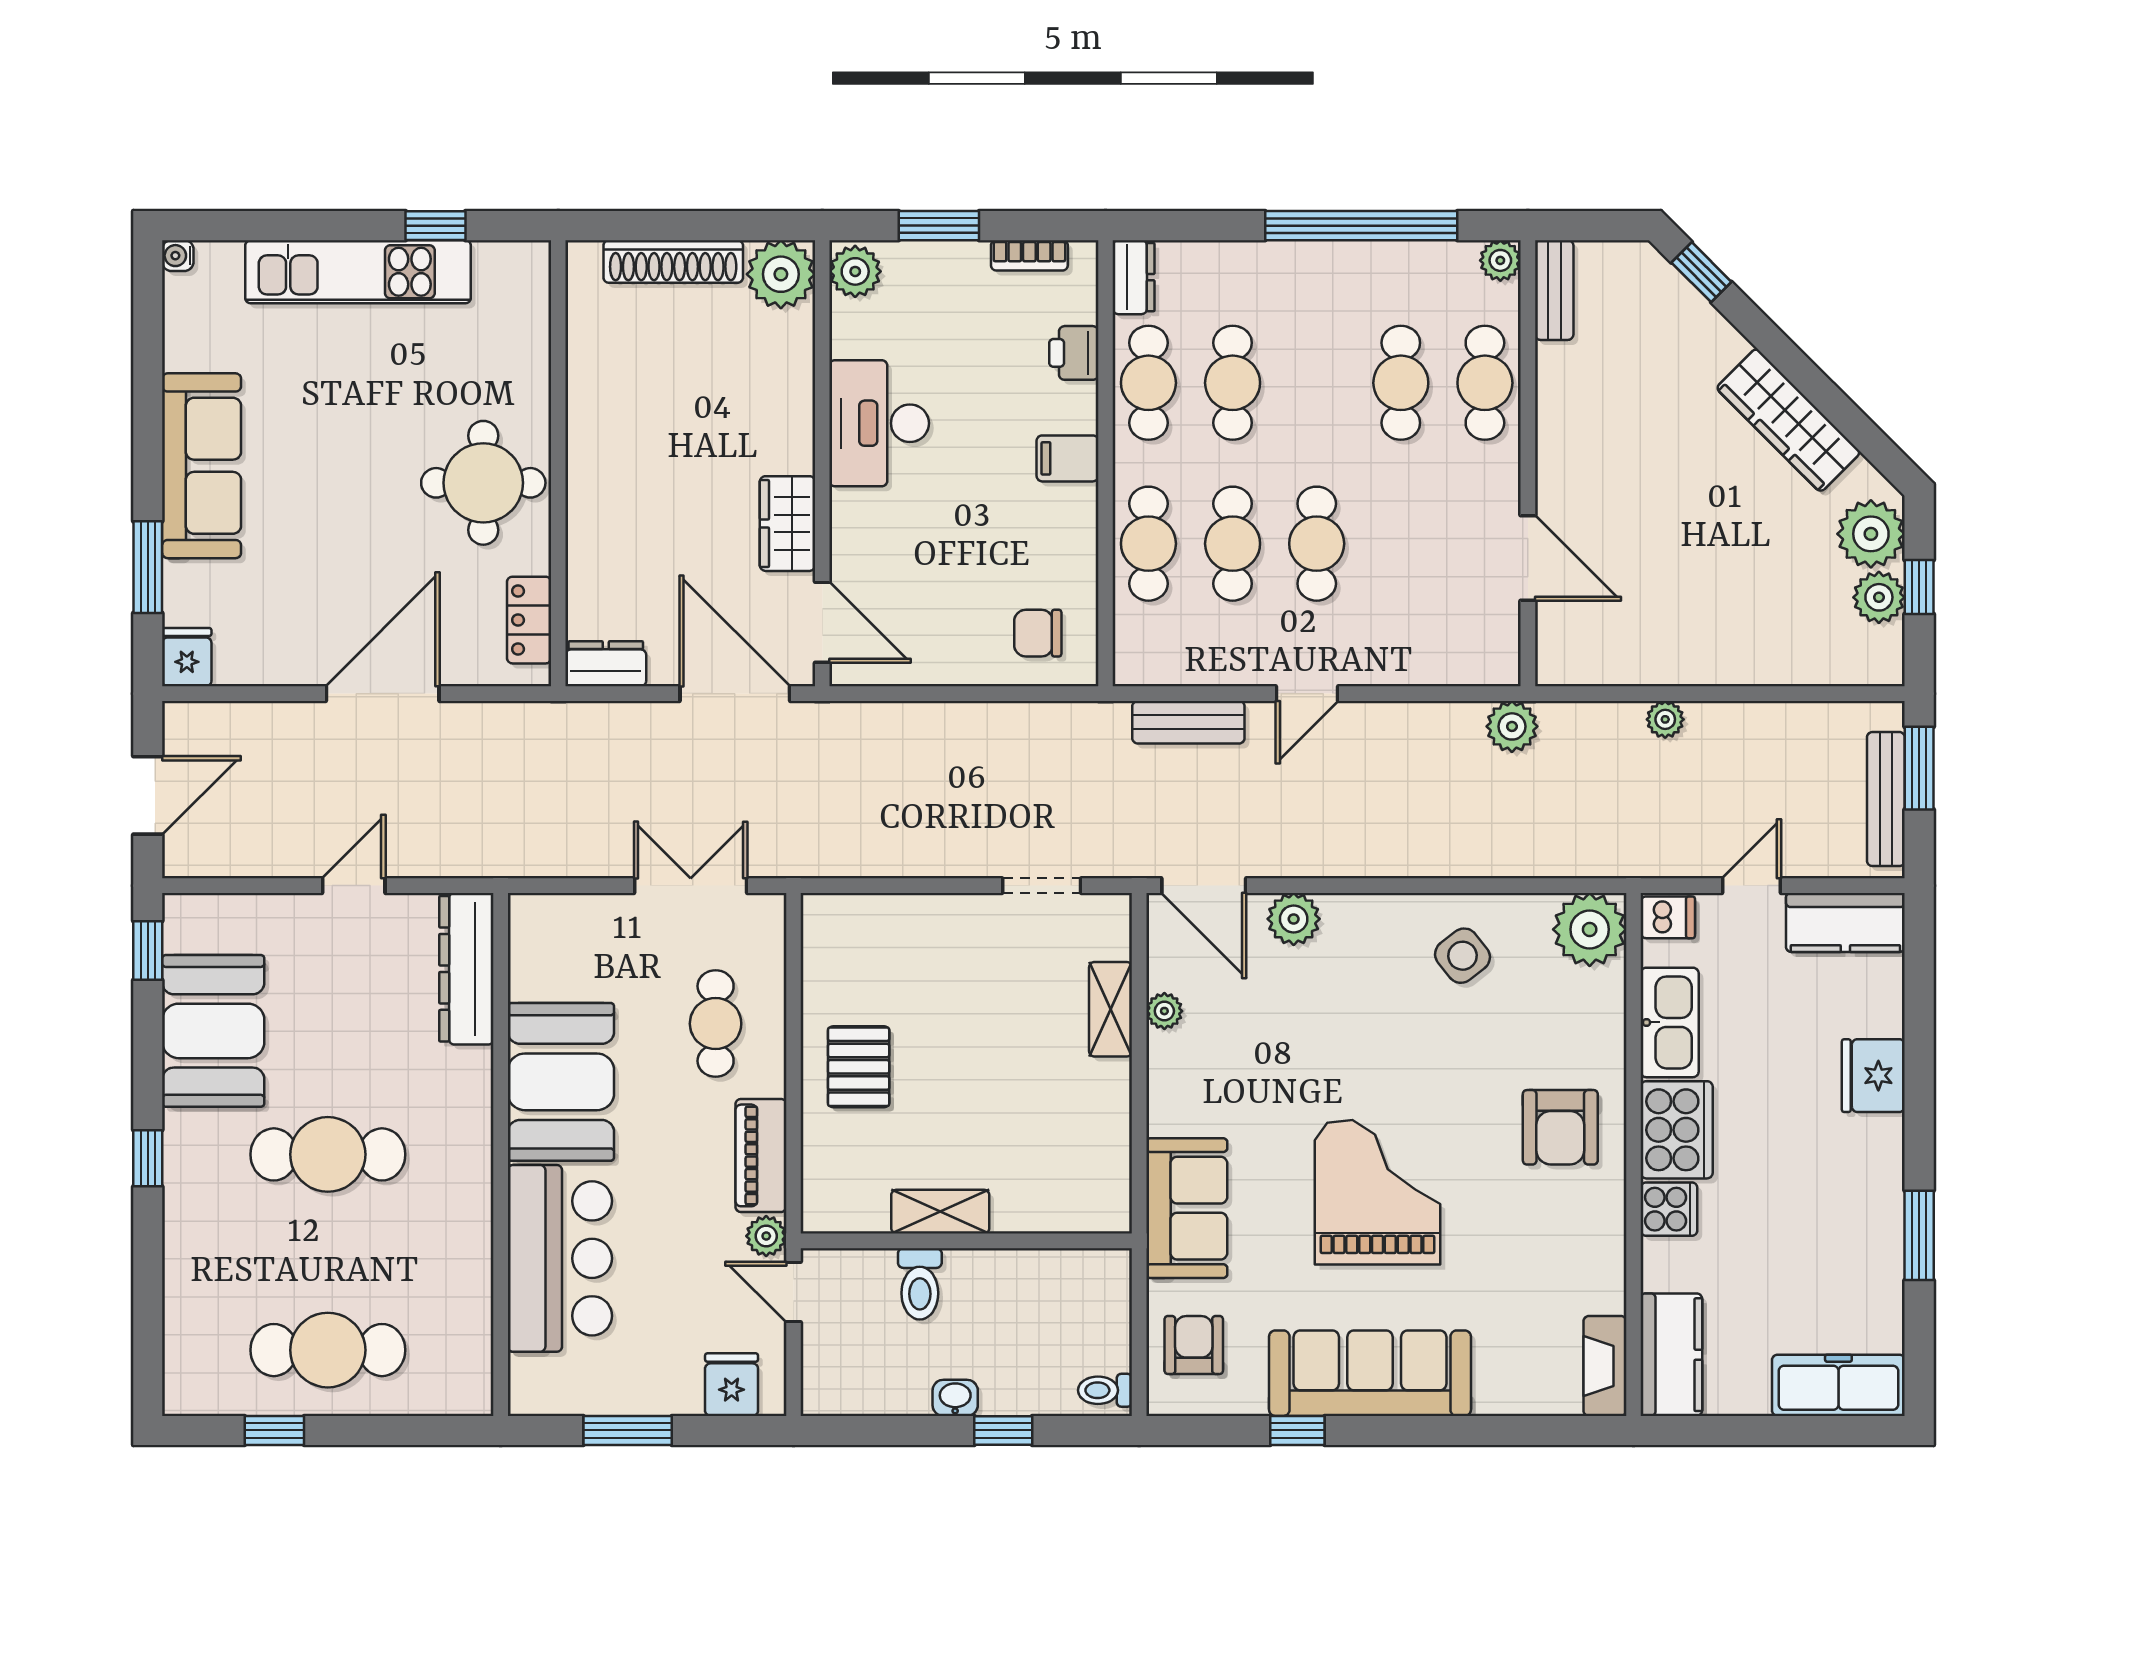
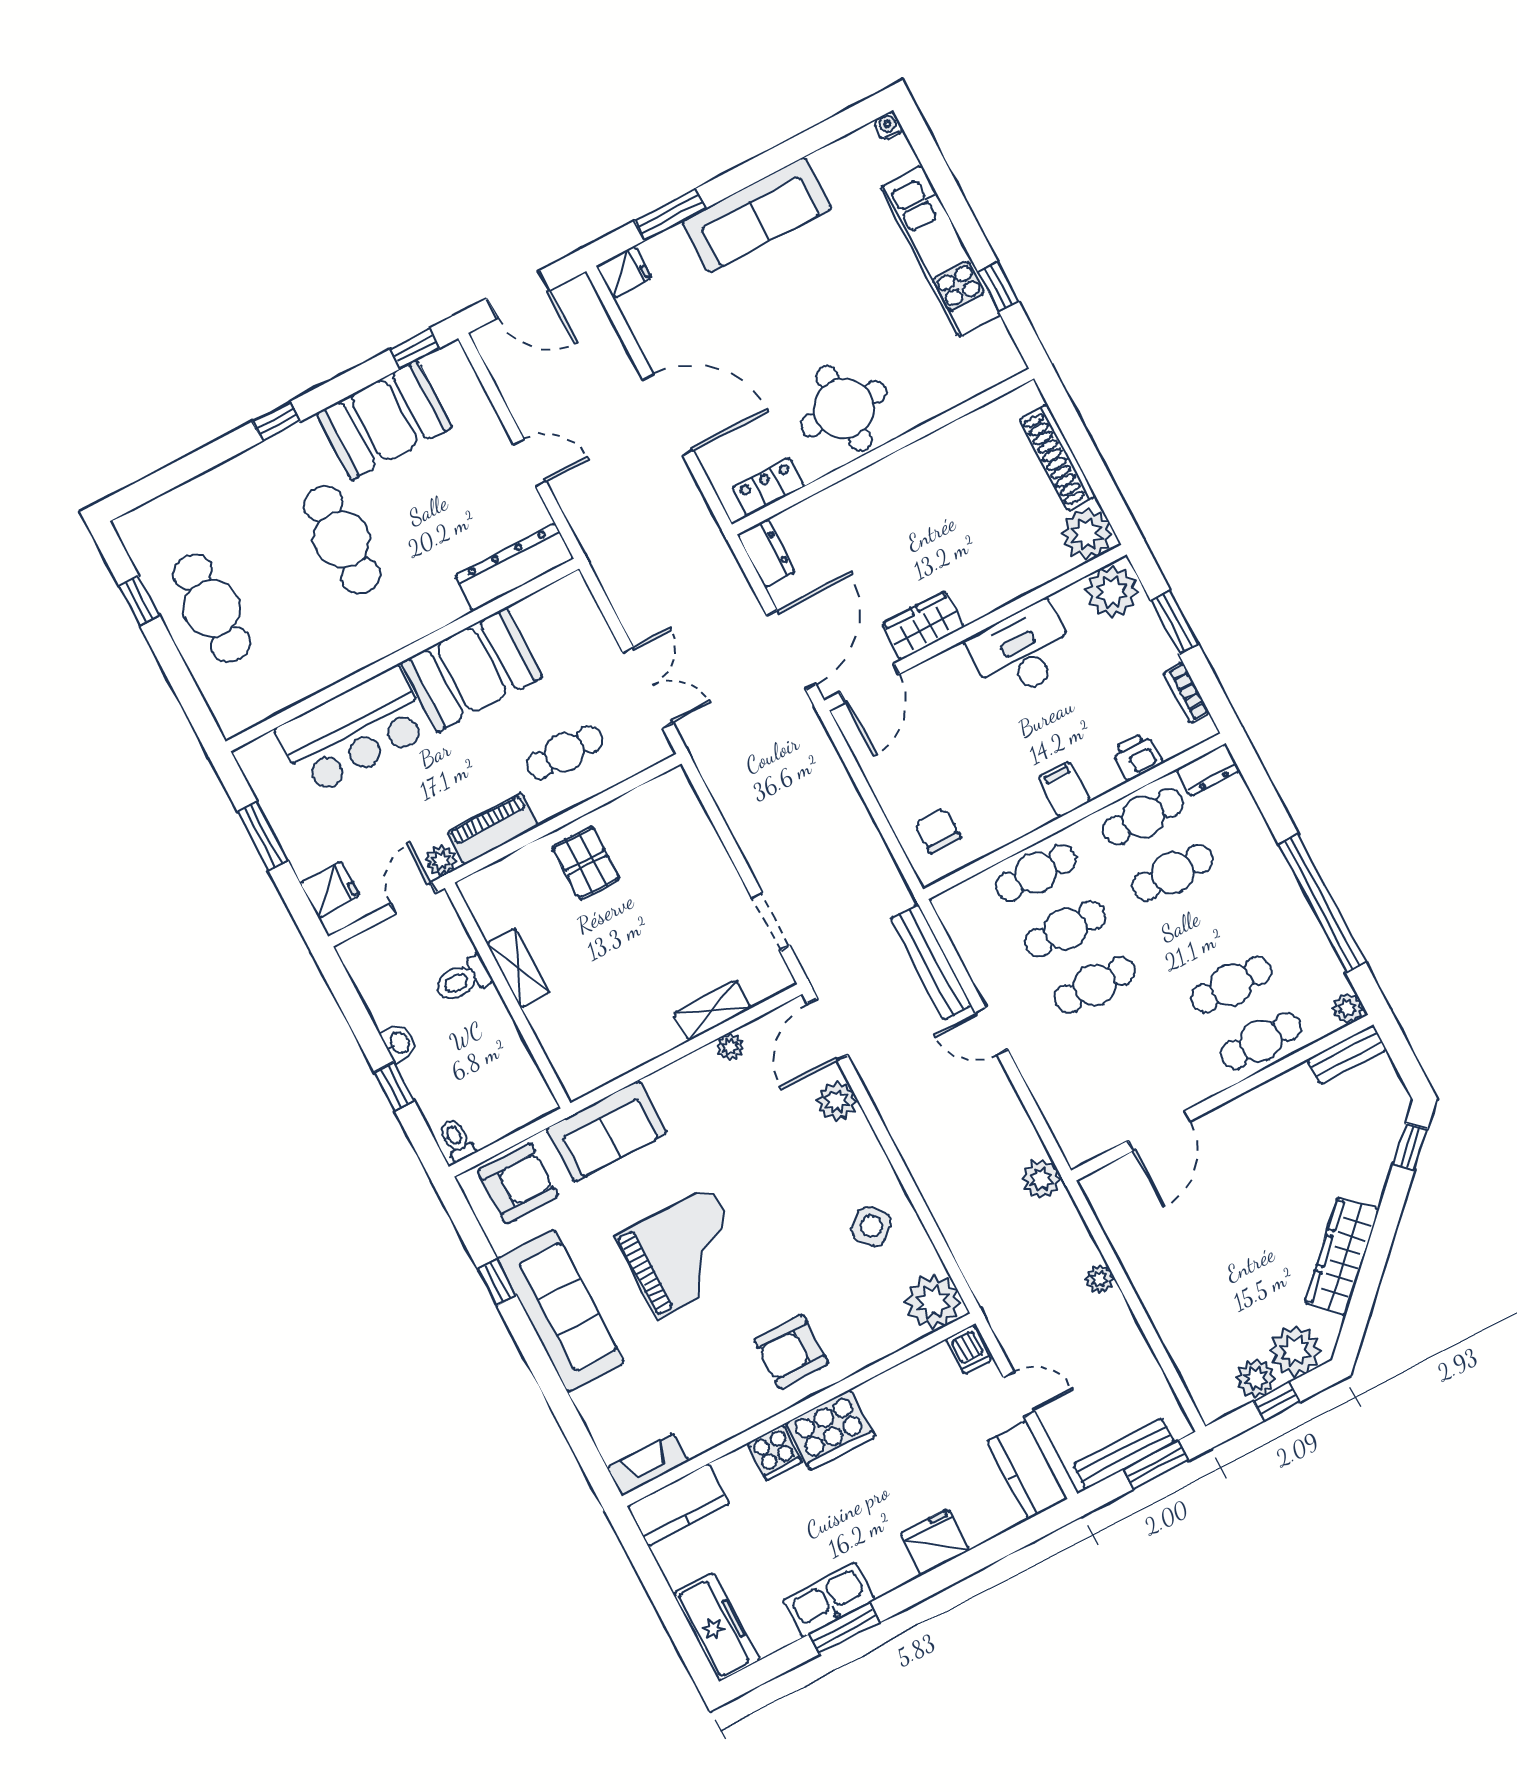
plant: (855, 271) -> (1112, 592), width x1.36, depth x1.36
bench: (1188, 722) -> (931, 962), width x1.36
kitchen sink: (1670, 1022) -> (829, 1600), moved, turned 180
pallet: (859, 1067) -> (586, 863), turned 90
armchair: (1194, 1345) -> (518, 1183), width x1.38, depth x1.38

